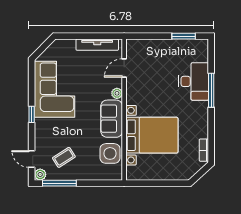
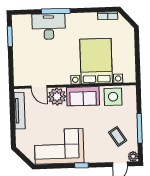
plant: (117, 93) -> (57, 97), width x1.87, depth x1.87
window: (59, 183) -> (140, 128), moved

